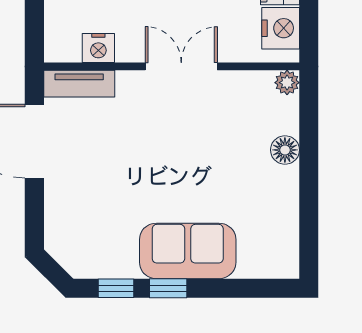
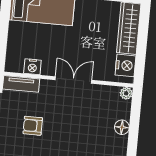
armchair: (110, 163) -> (33, 126), added

